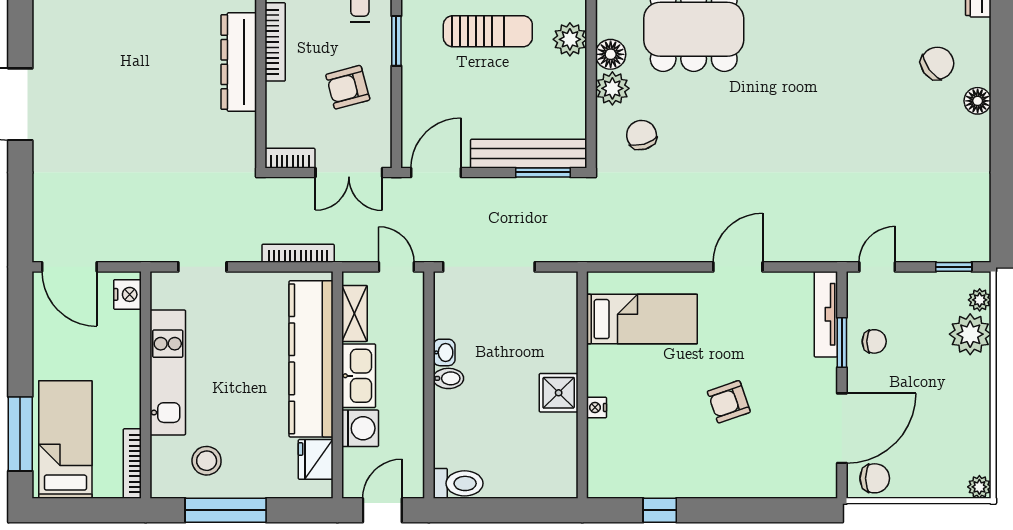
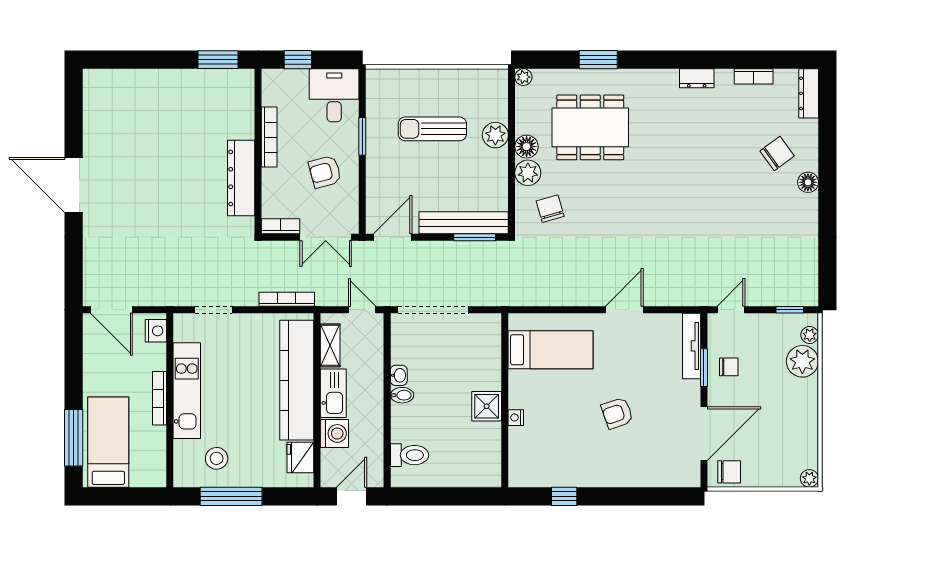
sun lounger: (488, 31) -> (432, 129), turned 180
dresser: (239, 62) -> (241, 178), moved
bookcase: (132, 464) -> (160, 398), moved
toilet: (458, 483) -> (410, 455), moved

